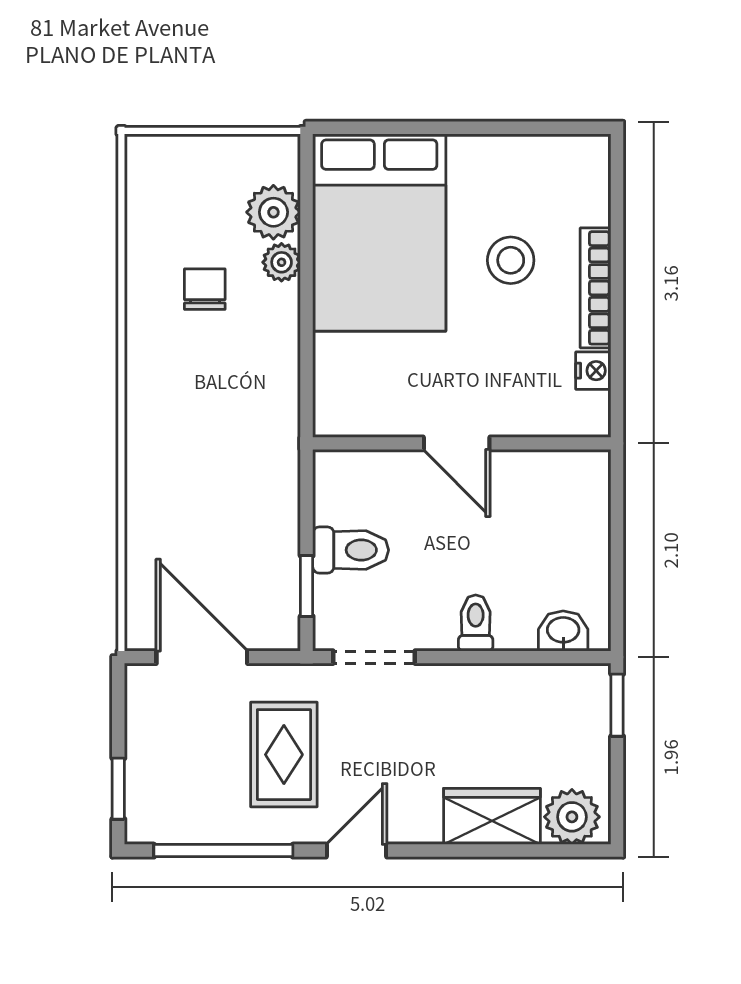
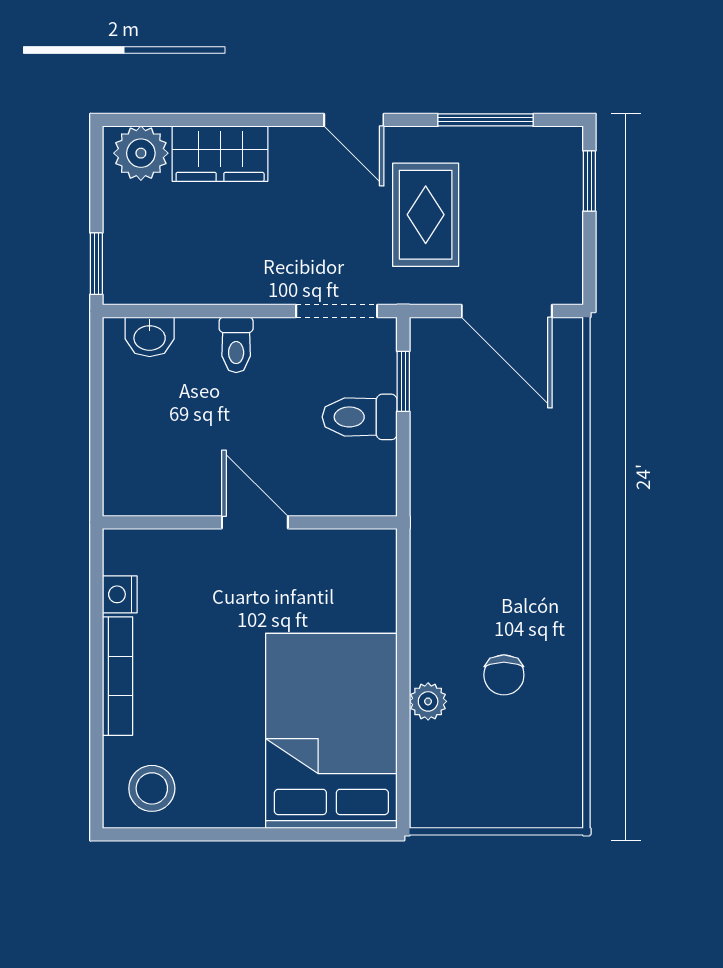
plant: (273, 212) -> (436, 751), removed
stool: (511, 260) -> (152, 788), moved
window: (223, 851) -> (485, 120), width x0.69
door: (357, 851) -> (354, 120), hinge flipped

